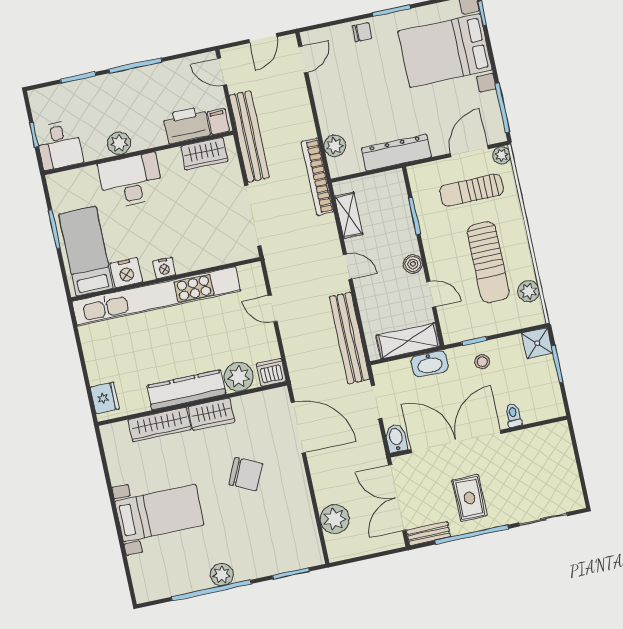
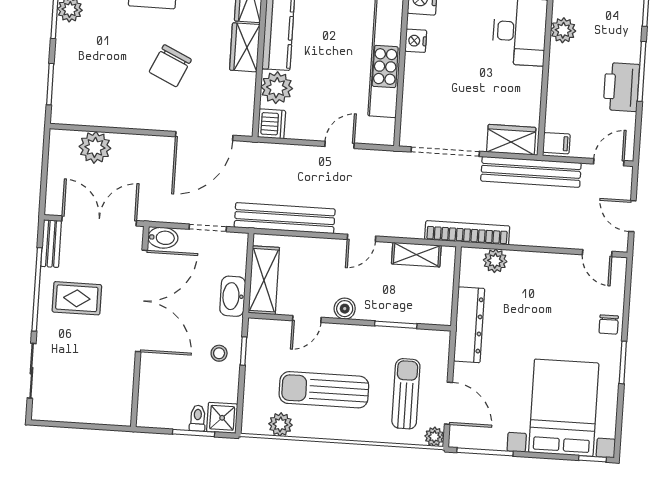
printer: (186, 125) -> (621, 87), moved, turned 180
wardrobe: (204, 154) -> (511, 140), moved, turned 90
toilet: (513, 415) -> (198, 418), moved, turned -90

